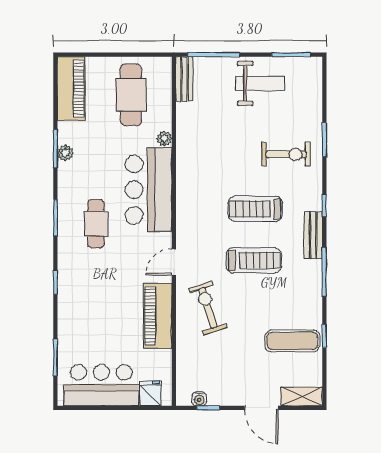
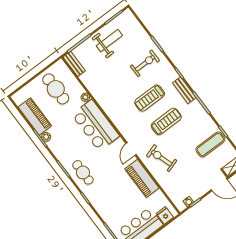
piano: (71, 88) -> (35, 116), moved
cafe table: (96, 224) -> (83, 172), moved

